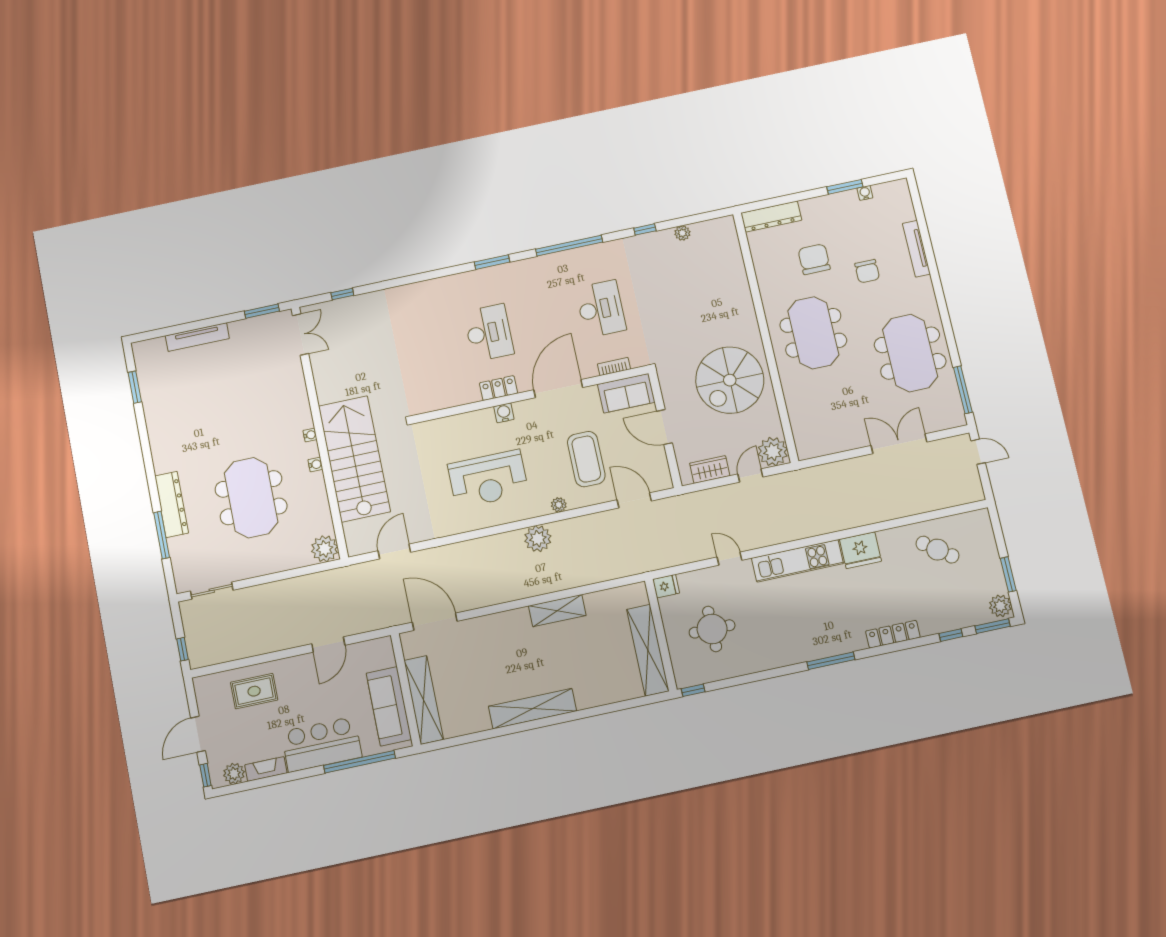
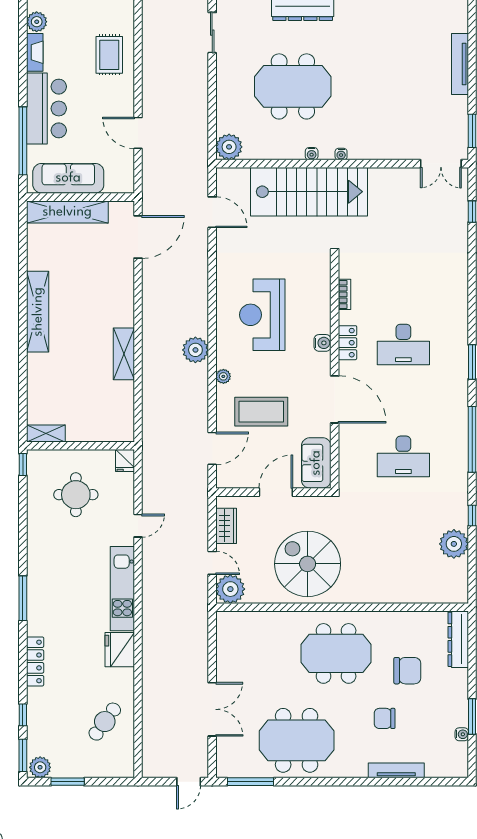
plant: (682, 233) -> (454, 544), width x1.88, depth x1.88
bookcase: (614, 367) -> (344, 294), moved
shelving: (648, 650) -> (46, 433), width x0.45, depth x0.75

